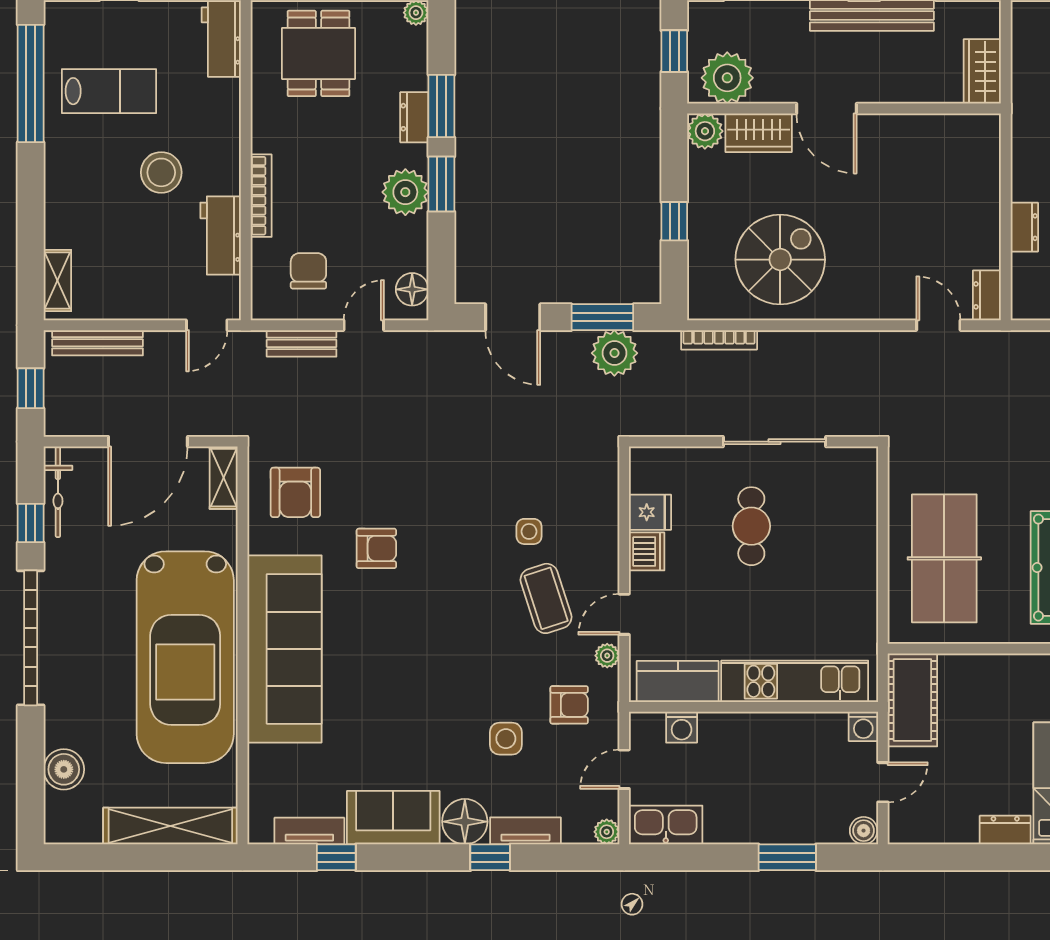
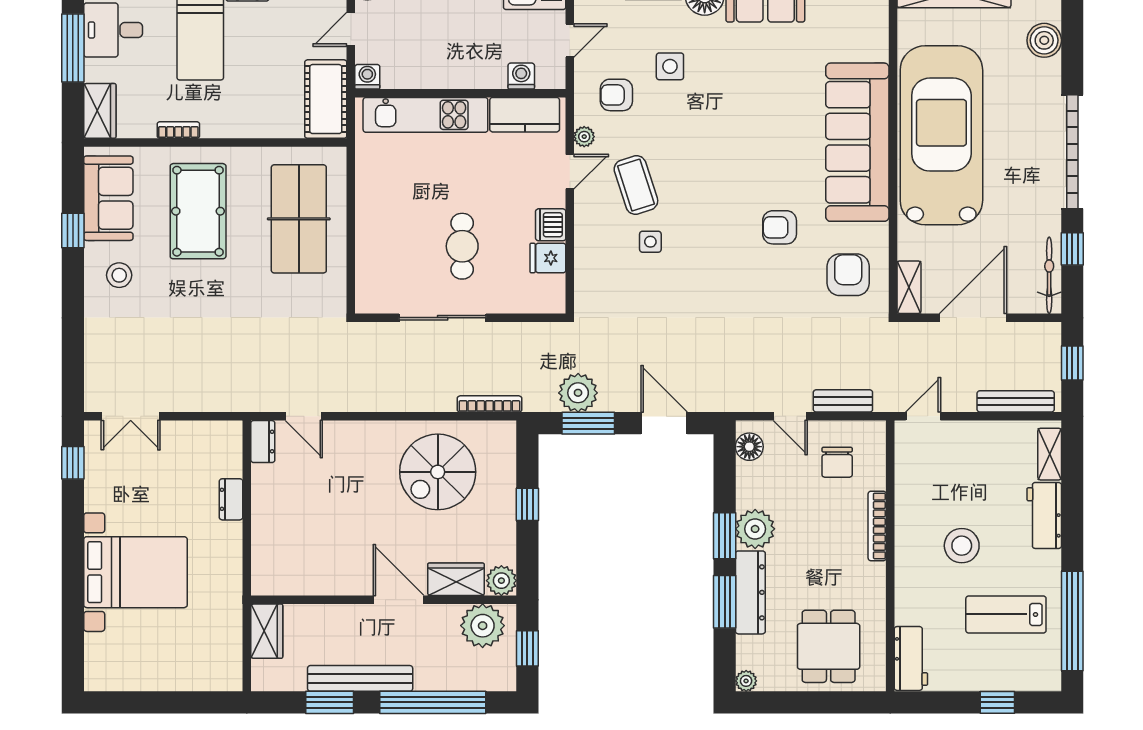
dresser: (414, 117) -> (750, 592), width x1.96, depth x1.24
workbench: (221, 236) -> (1044, 515), moved, turned 180
door: (364, 325) -> (790, 416), hinge flipped

